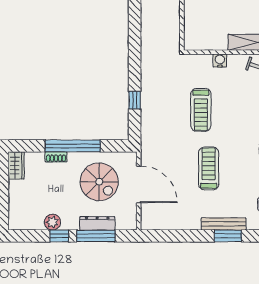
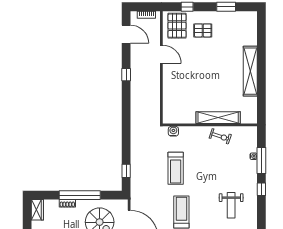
water cooler: (220, 60) -> (173, 131), moved
window: (135, 100) -> (126, 171), moved

